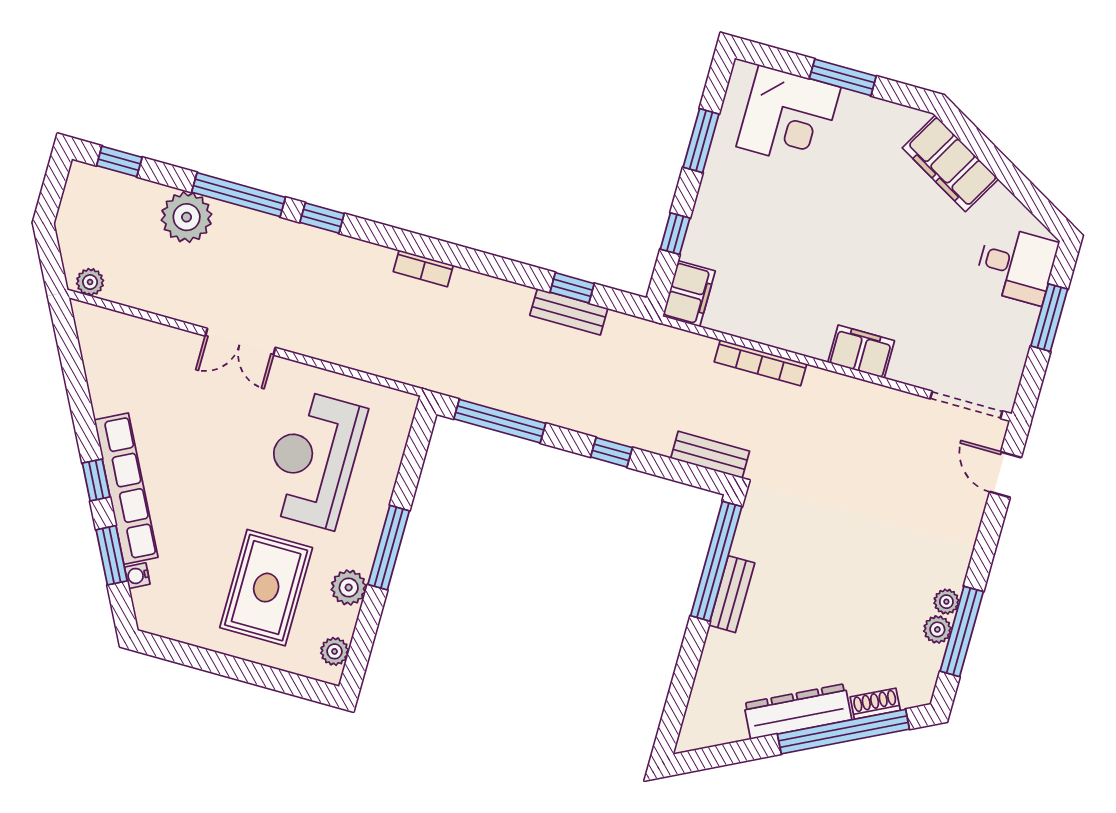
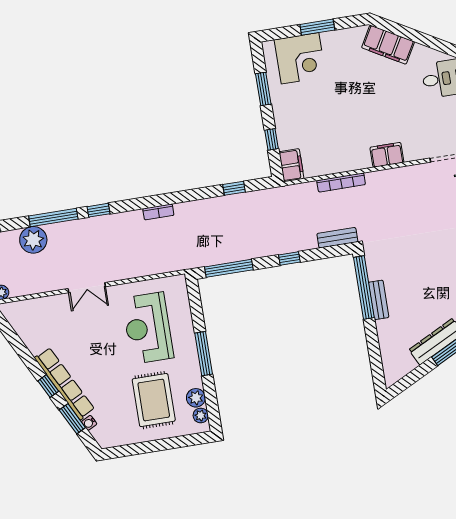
bench: (569, 312) -> (238, 201), removed
plant: (349, 587) -> (196, 398), moved

